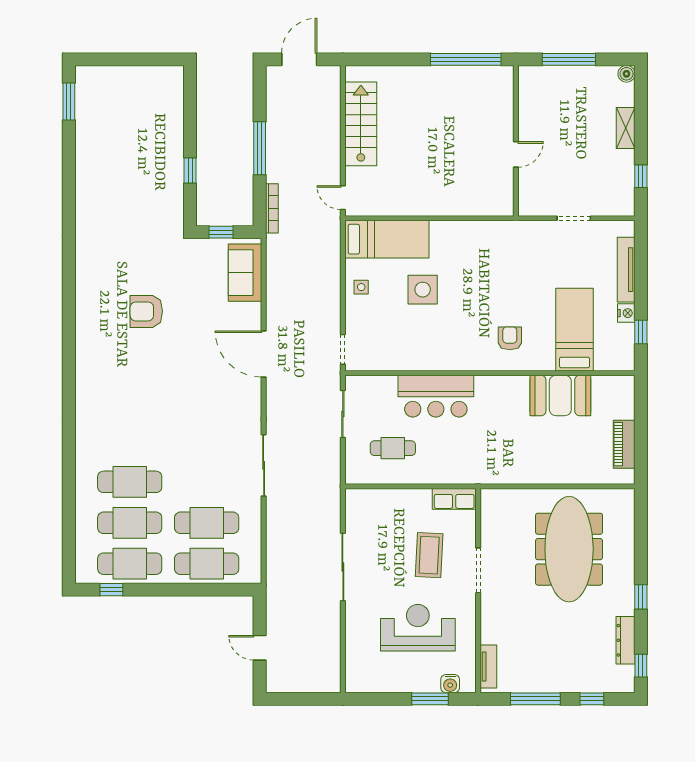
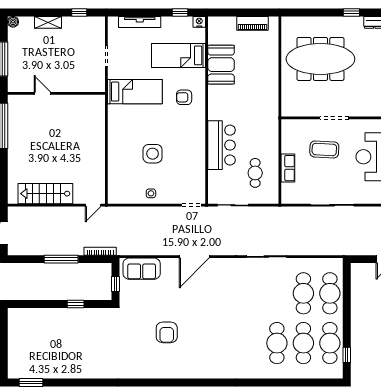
door: (516, 154) -> (42, 93), moved
bed: (387, 239) -> (135, 92), moved, turned 90
nightstand: (626, 313) -> (199, 22), moved
row of seats: (454, 499) -> (288, 168), moved

